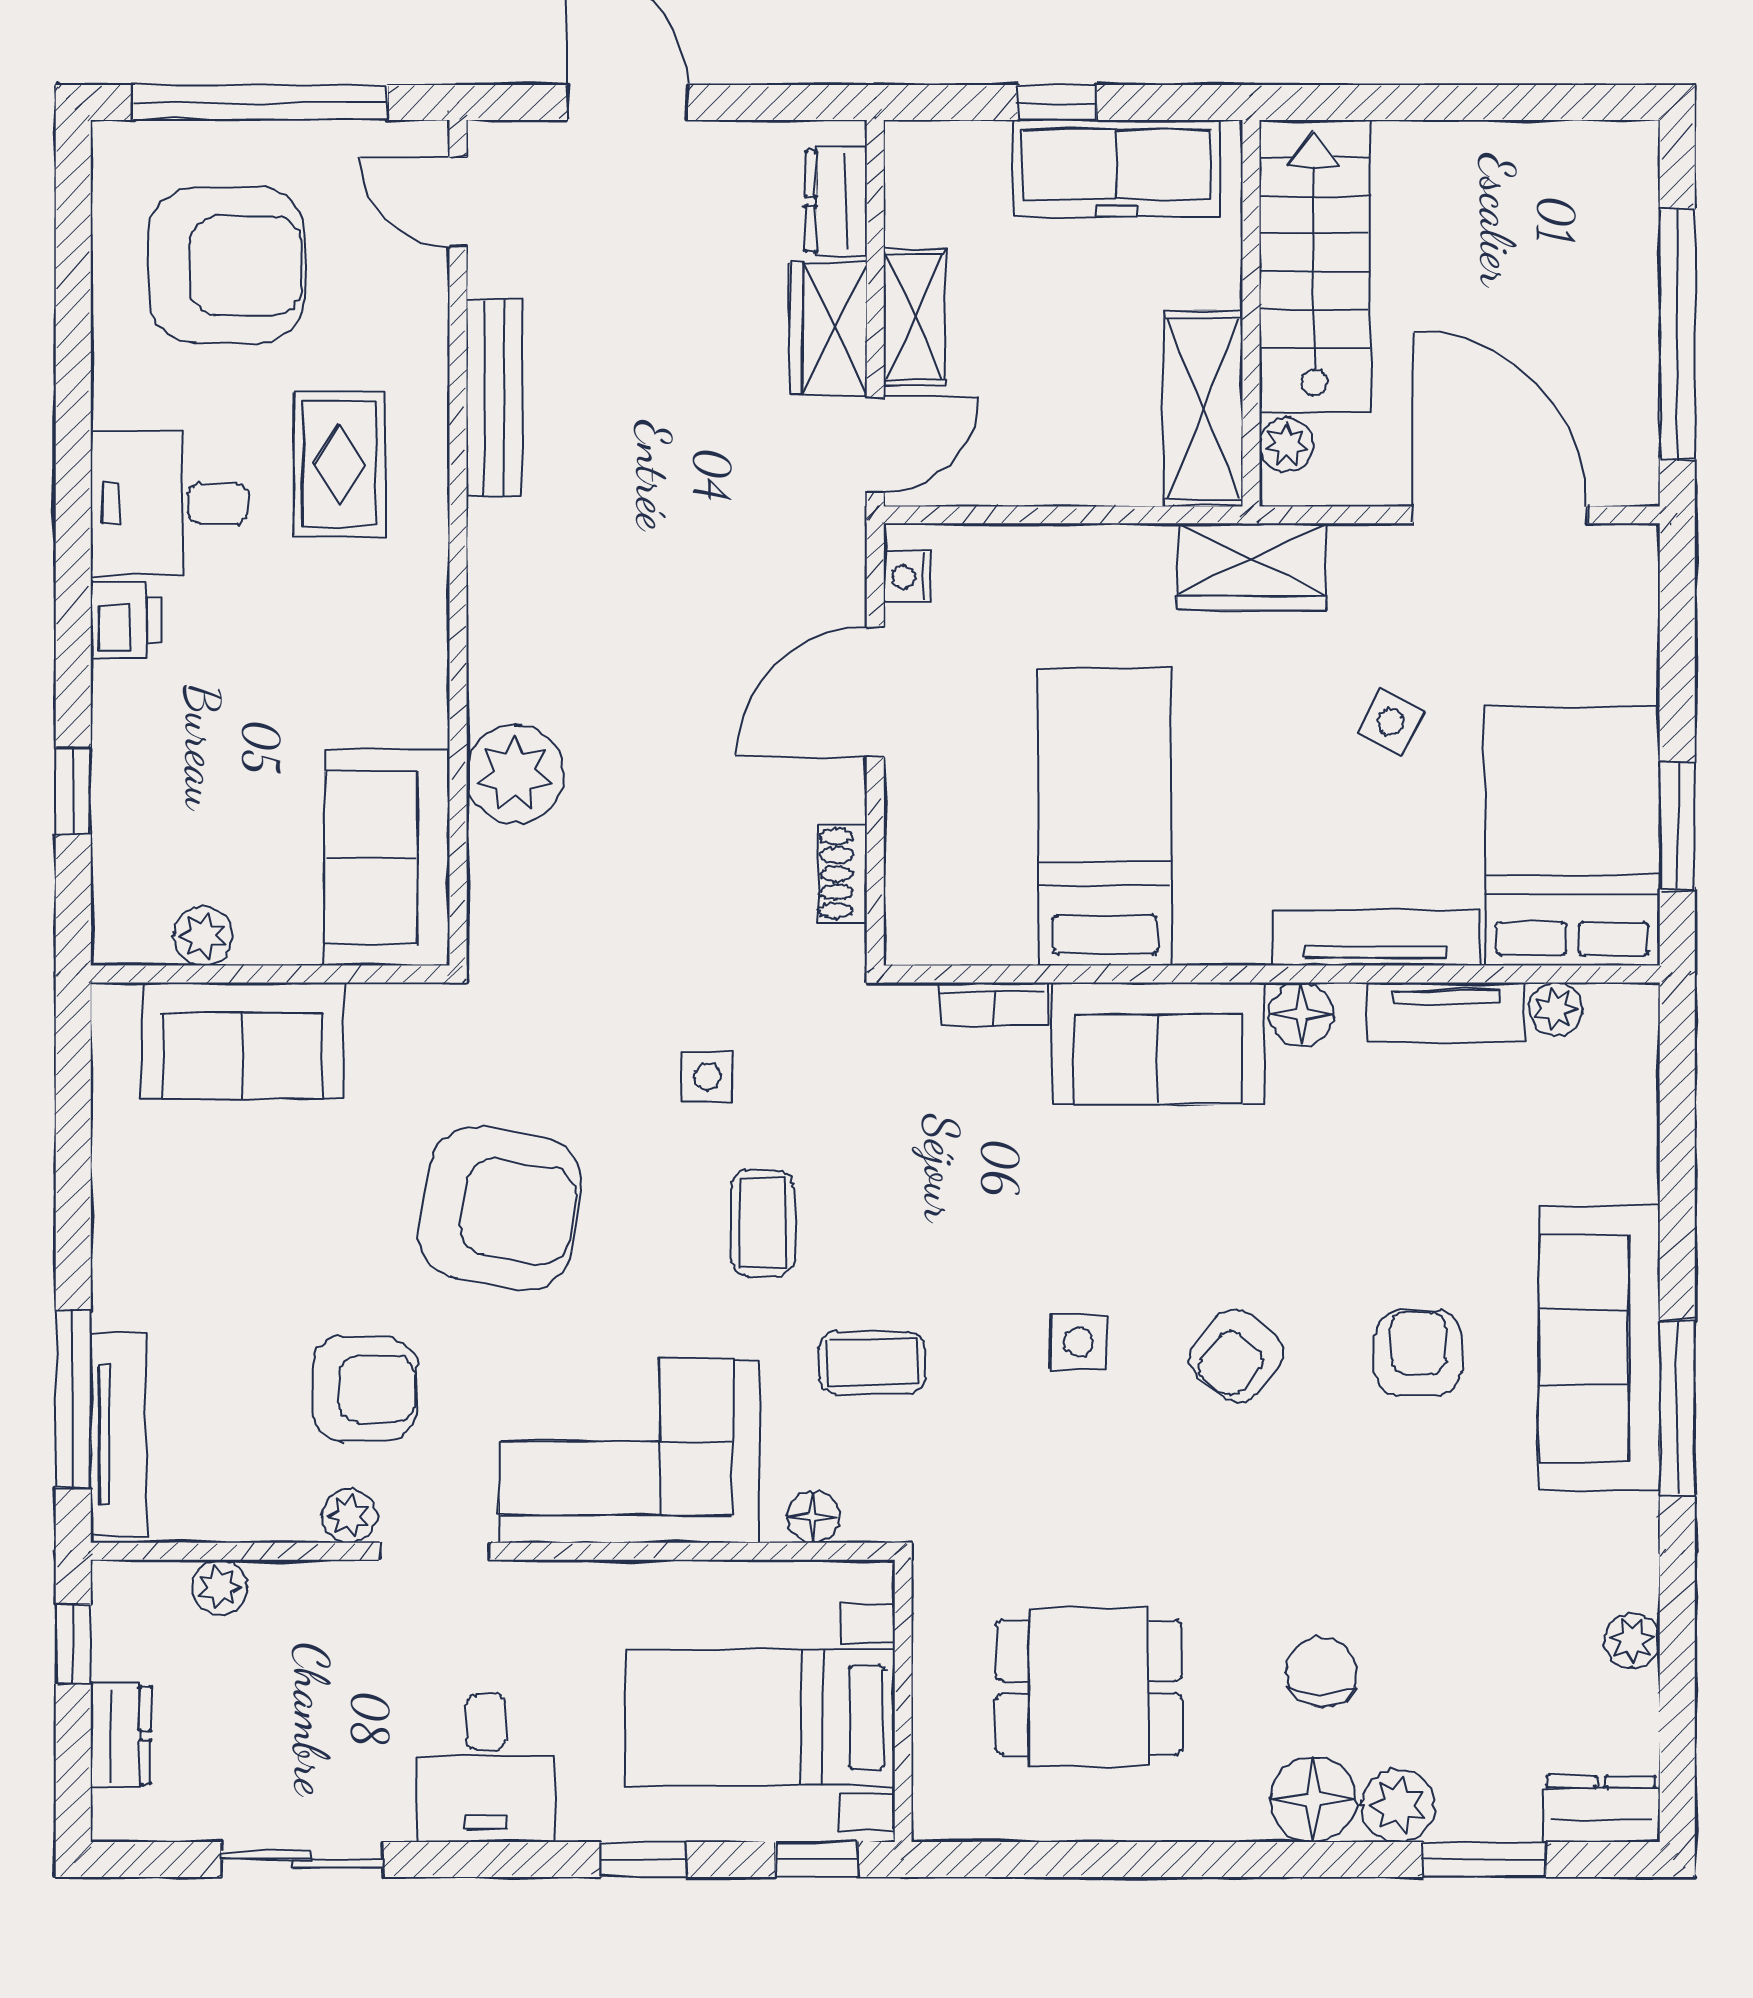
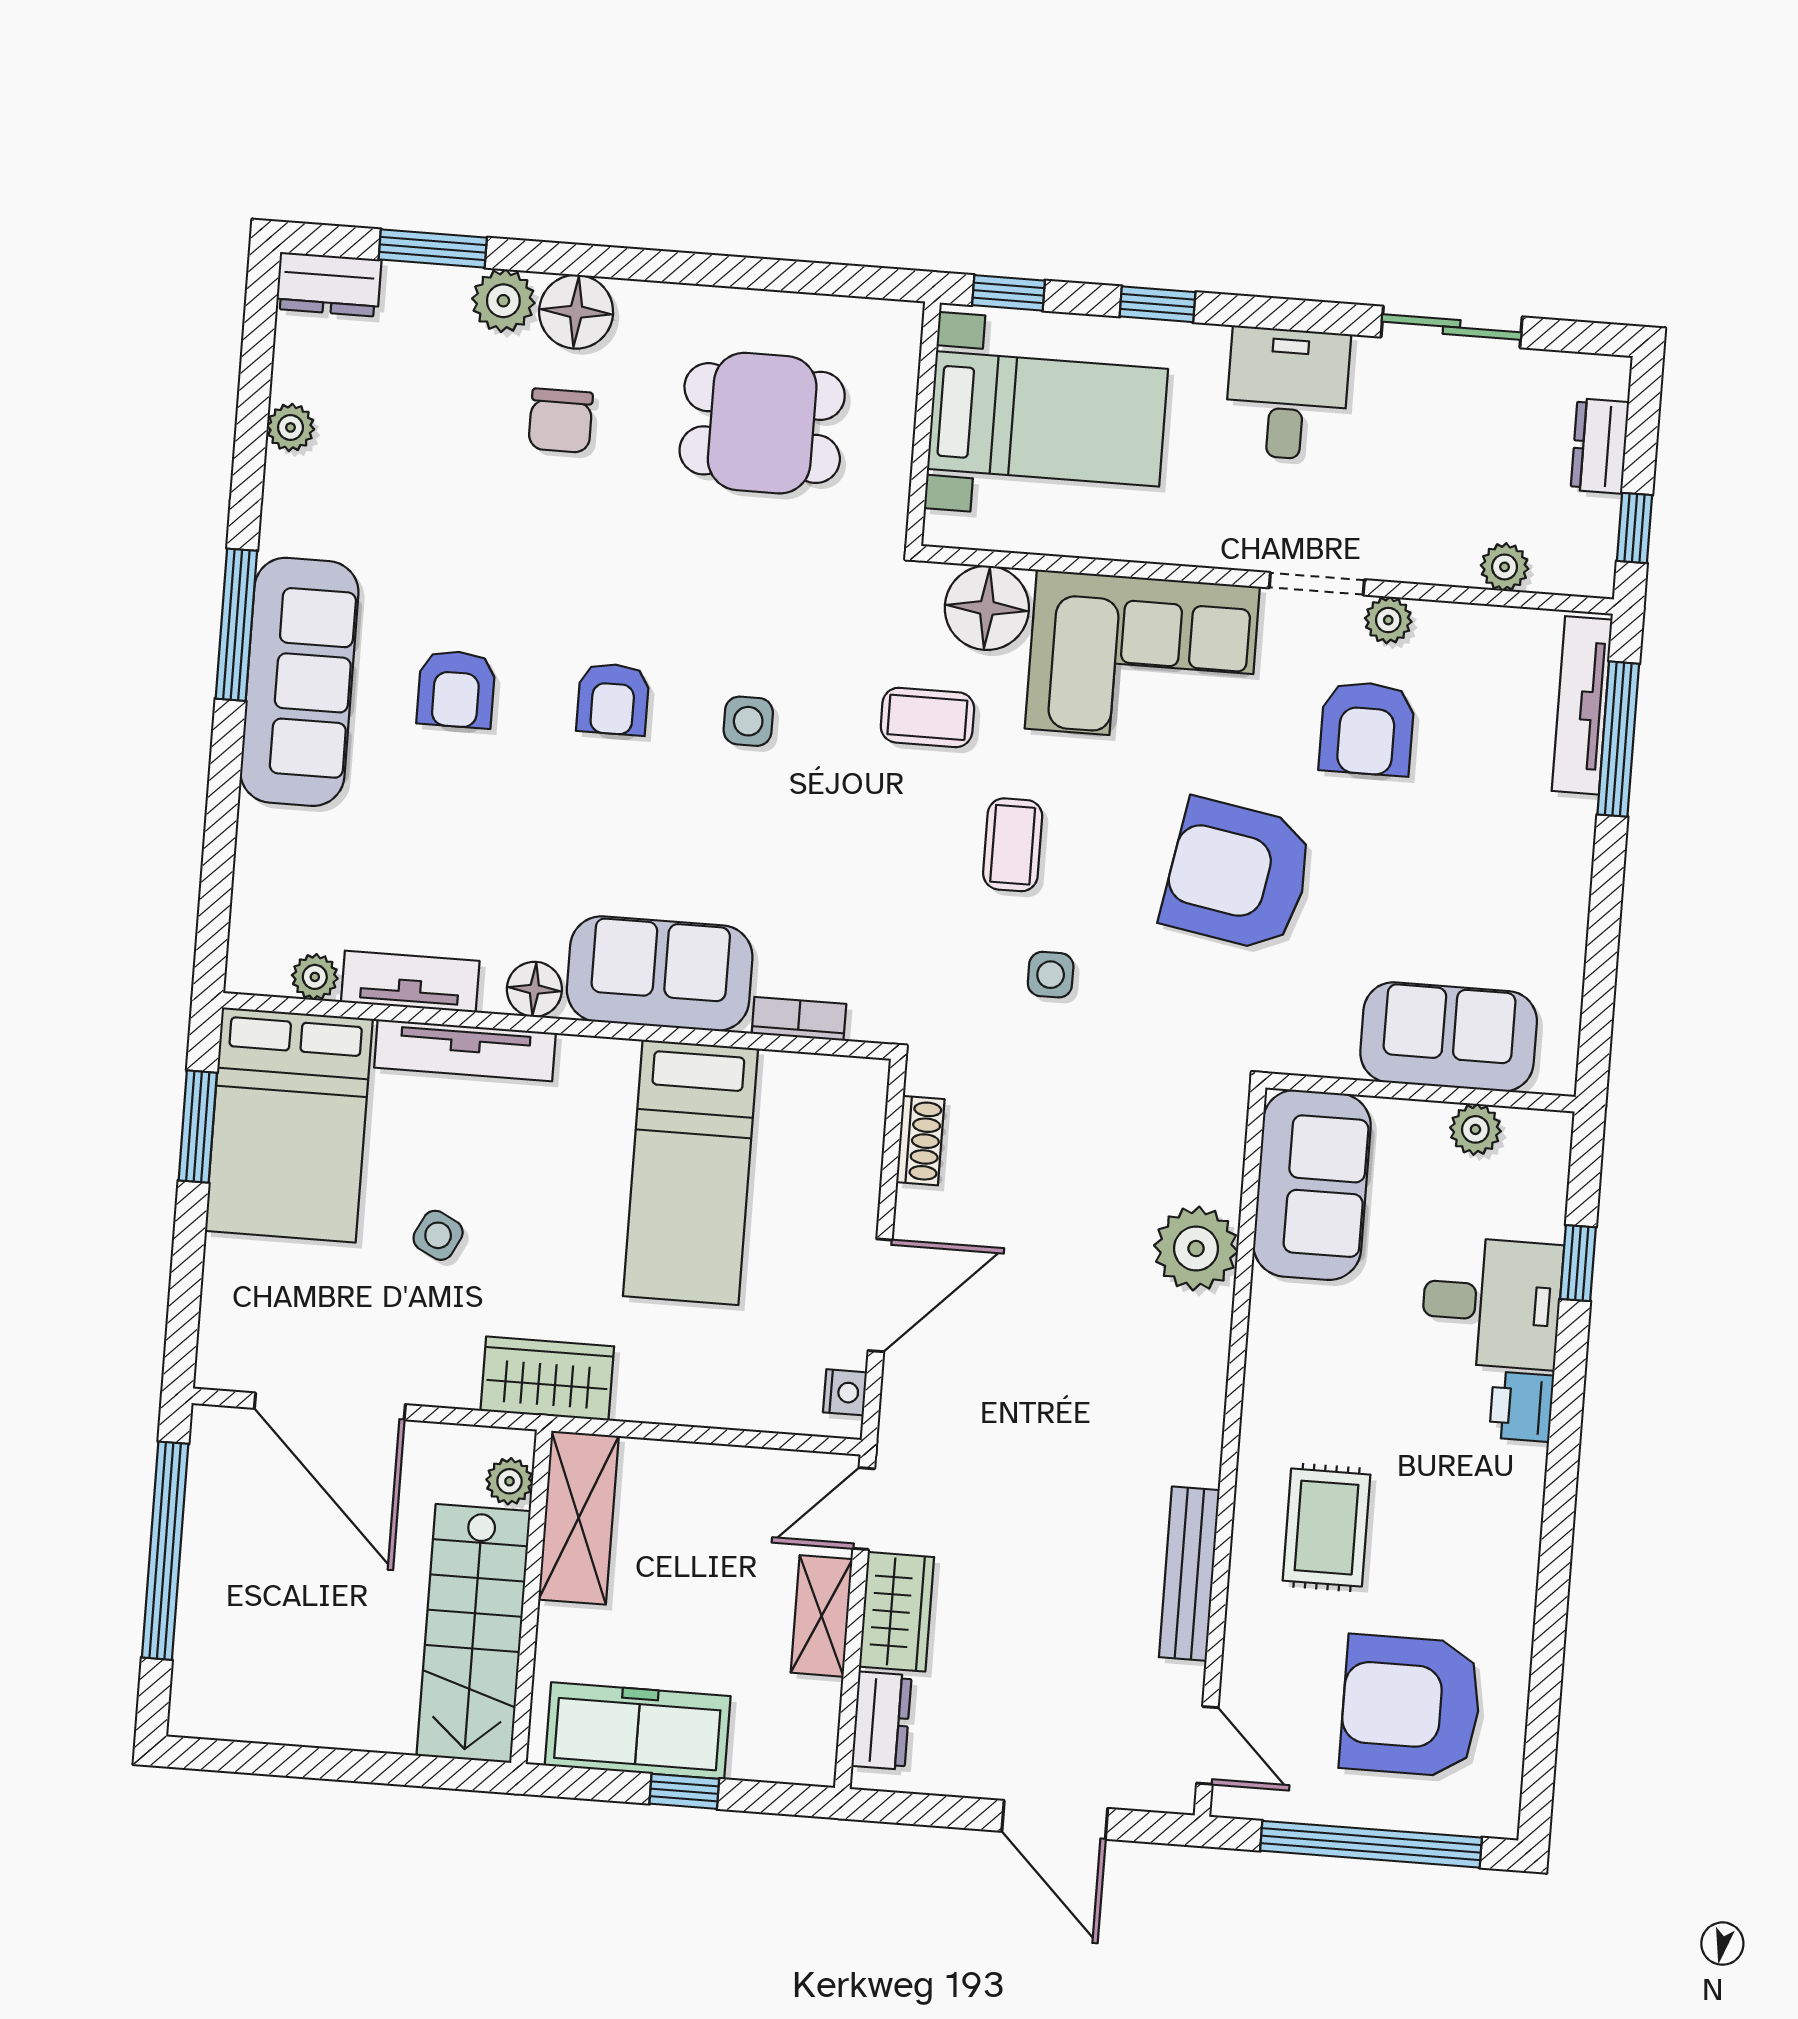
desk: (169, 503) -> (1492, 1303), moved
armchair: (1236, 1356) -> (613, 699), turned 141
armchair: (364, 1389) -> (1367, 728), turned -90
floor lamp: (813, 1517) -> (987, 608), width x1.89, depth x1.89

